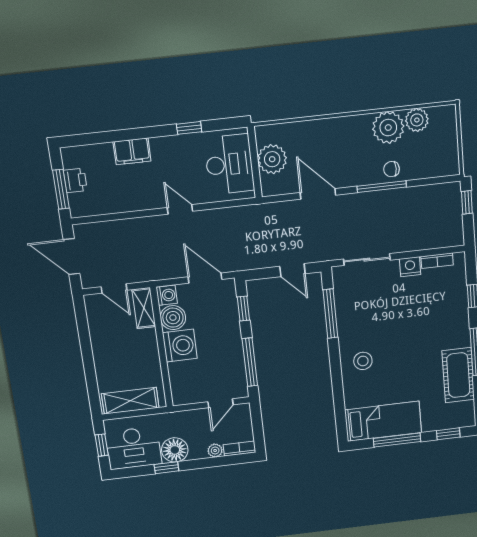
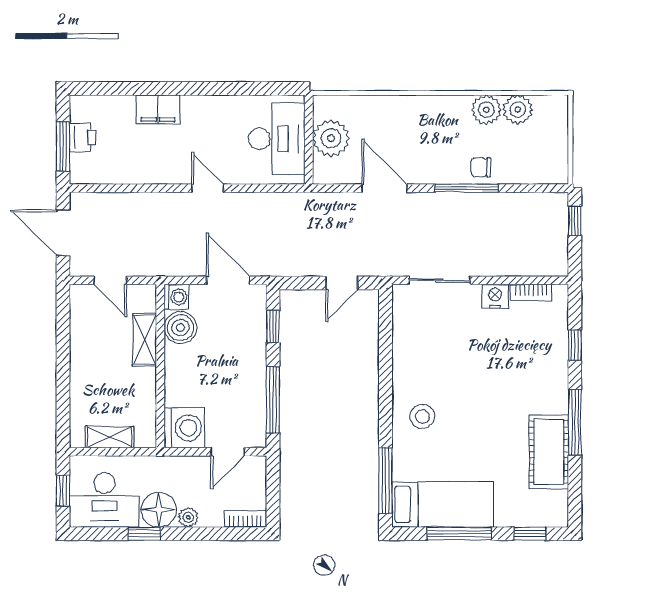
window: (189, 128) -> (232, 88), removed
plant: (388, 128) -> (486, 110), width x0.73, depth x0.73
door: (292, 270) -> (342, 283), hinge flipped
shelving: (144, 308) -> (145, 340), moved
window: (330, 314) -> (385, 481), moved
washing machine: (180, 346) -> (184, 428), moved
shelving: (130, 401) -> (110, 437), width x0.67, depth x0.75
plant: (215, 450) -> (188, 517), moved

